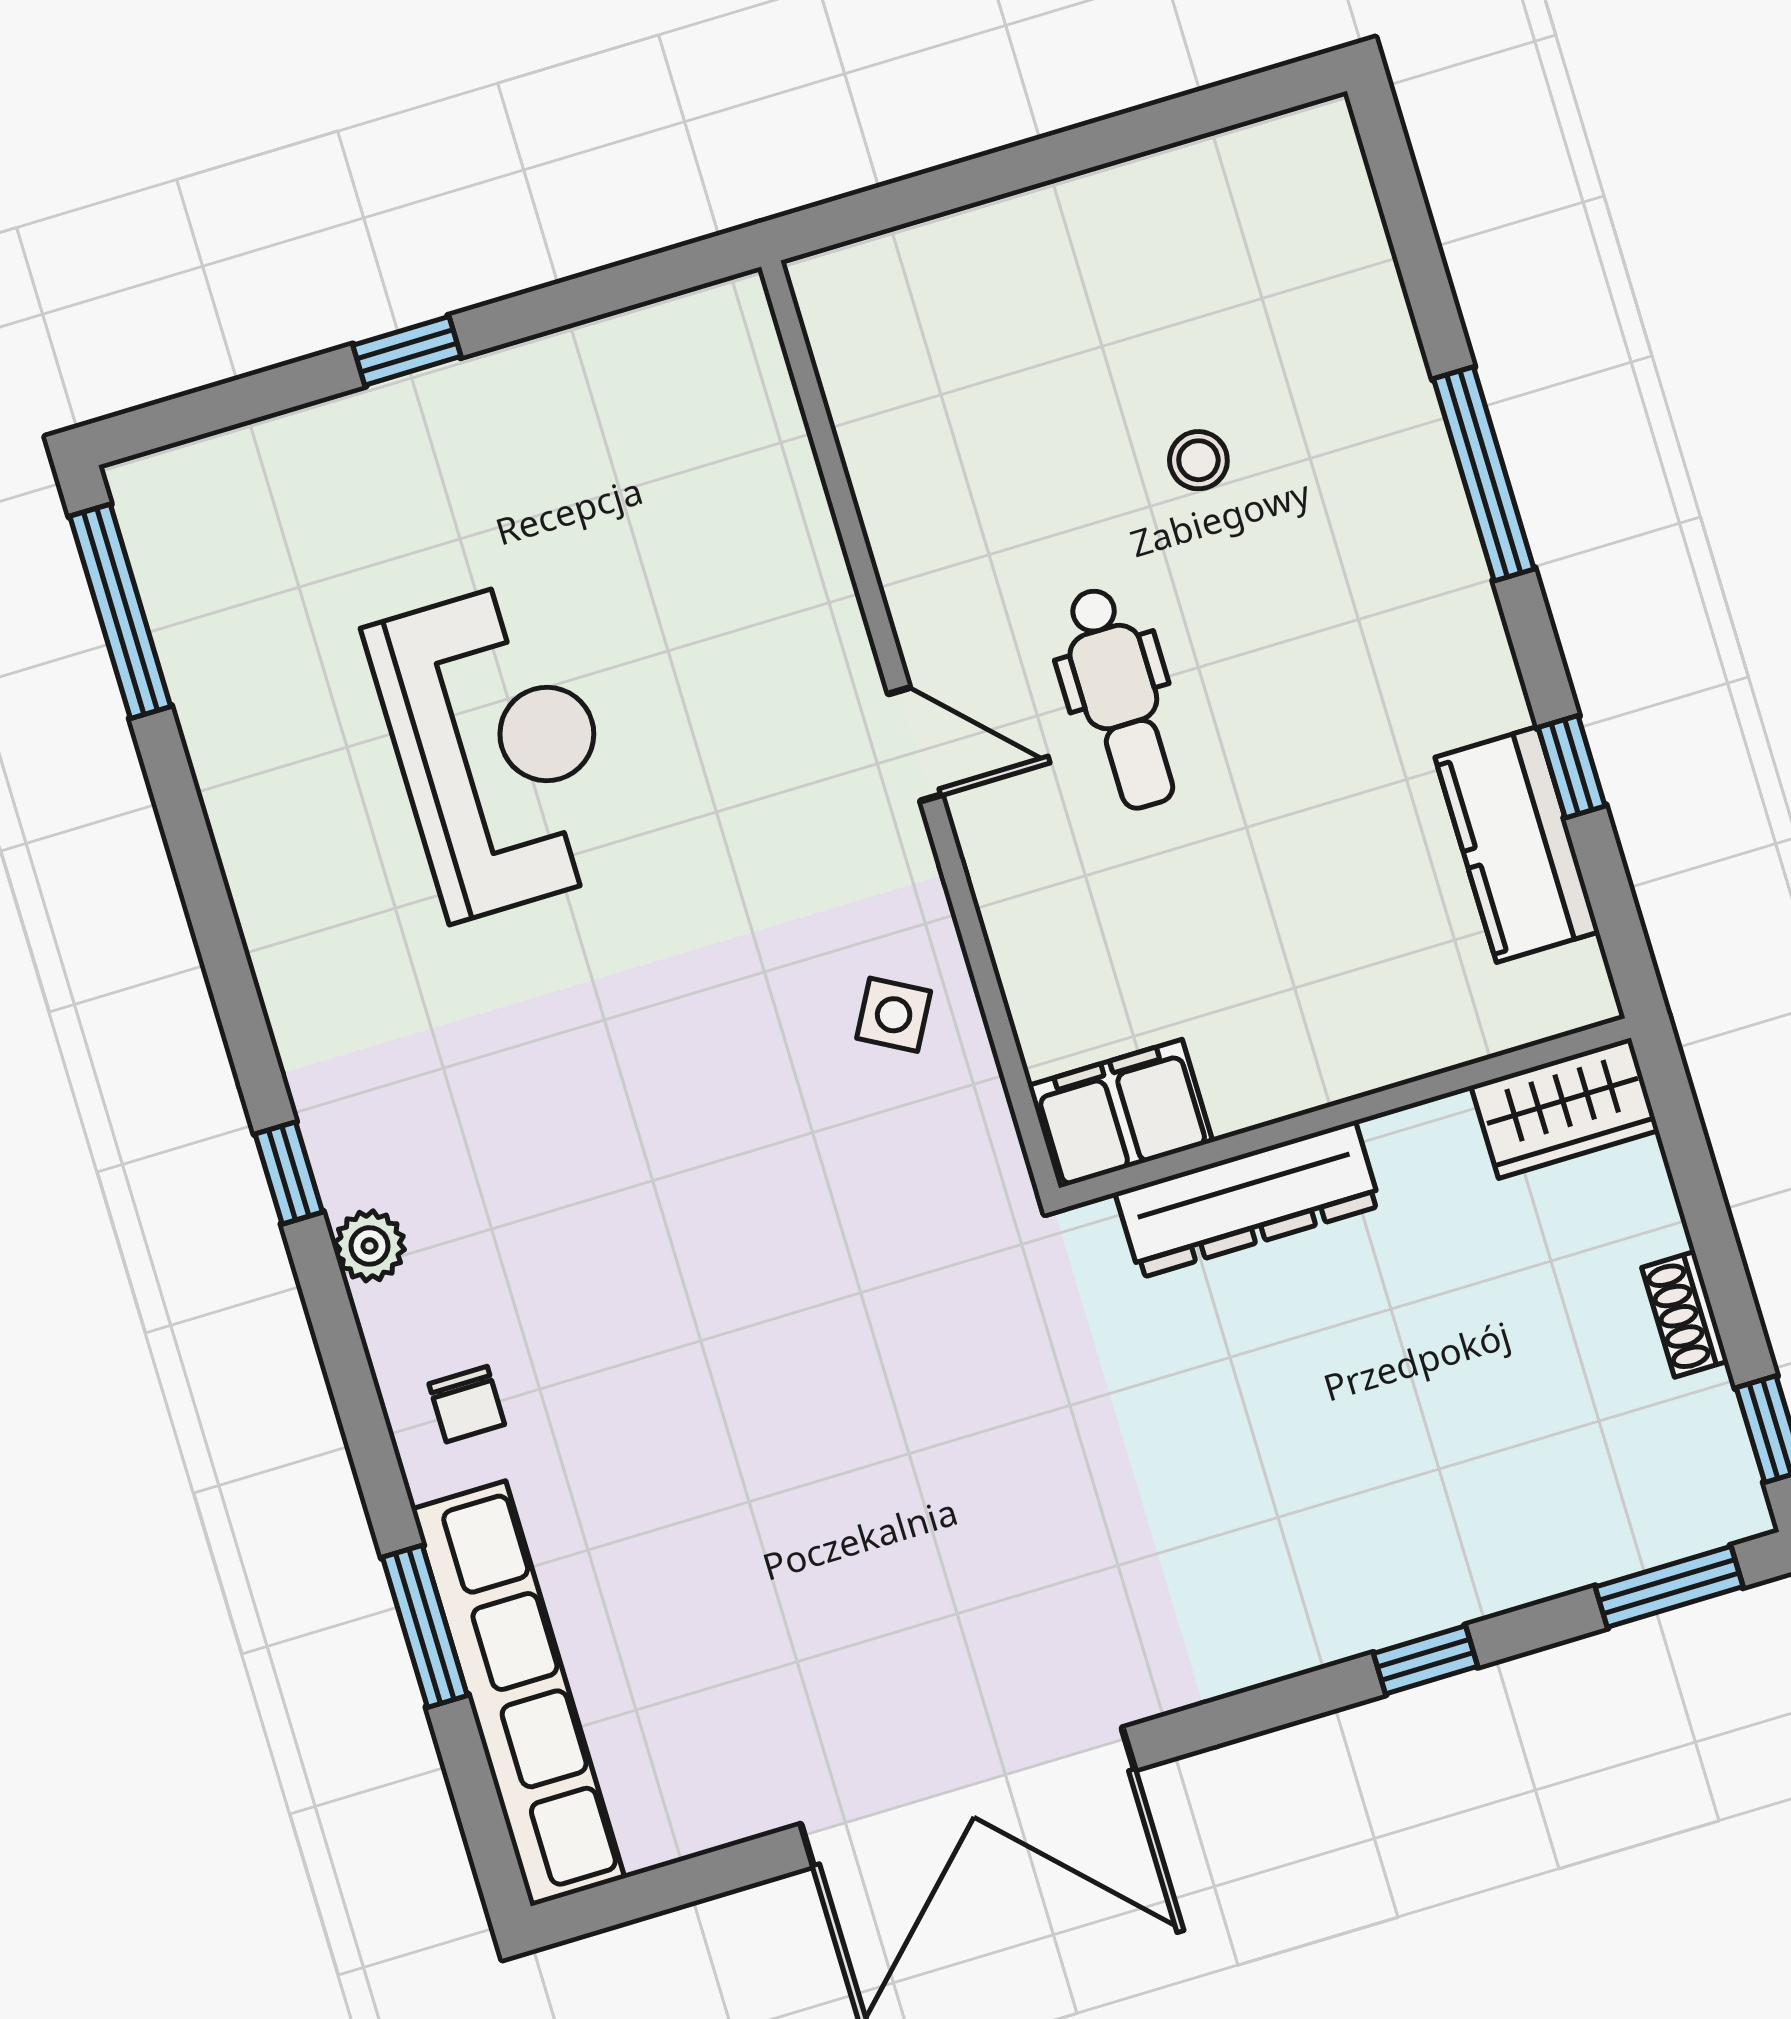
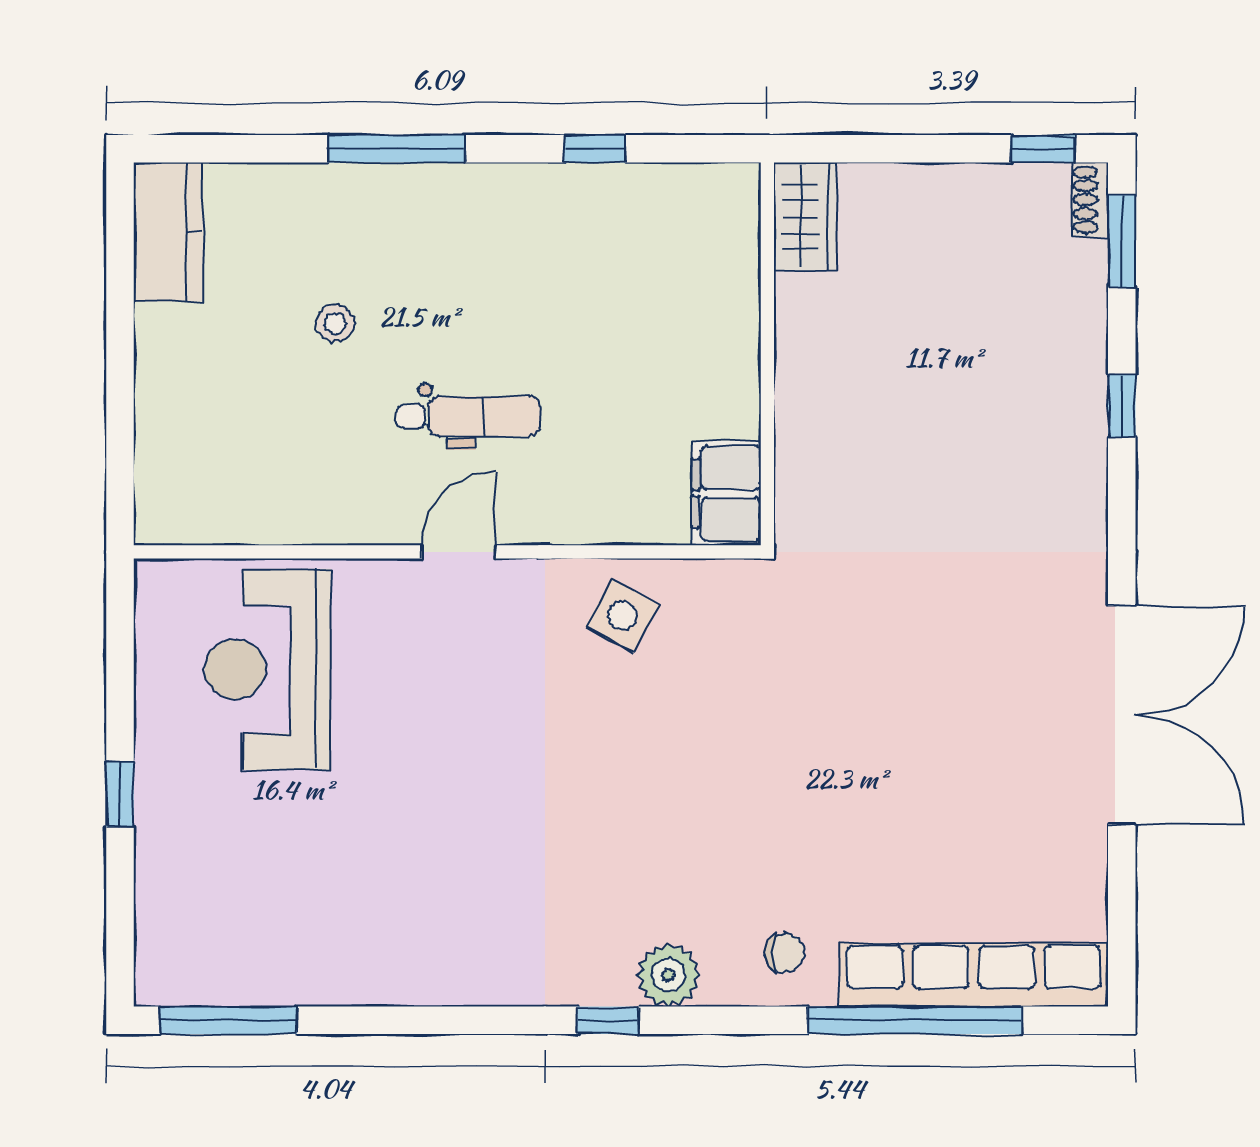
reception desk: (498, 749) -> (268, 669), moved, turned -90
kitchen counter: (1517, 845) -> (168, 232), moved, turned -90
side table: (894, 1015) -> (622, 616), width x1.37, depth x1.37
dresser: (1248, 1199) -> (803, 430), removed
plant: (370, 1246) -> (668, 975), width x1.38, depth x1.38
shoe rack: (1685, 1314) -> (1090, 200), moved, turned 90
window: (425, 1626) -> (915, 1020), width x2.11

